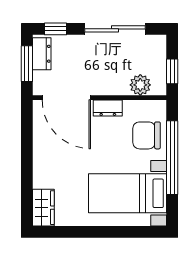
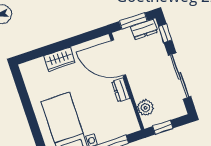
door: (66, 98) -> (118, 58), hinge flipped
chair: (147, 135) -> (111, 124), removed
wardrobe: (43, 208) -> (59, 59), moved

